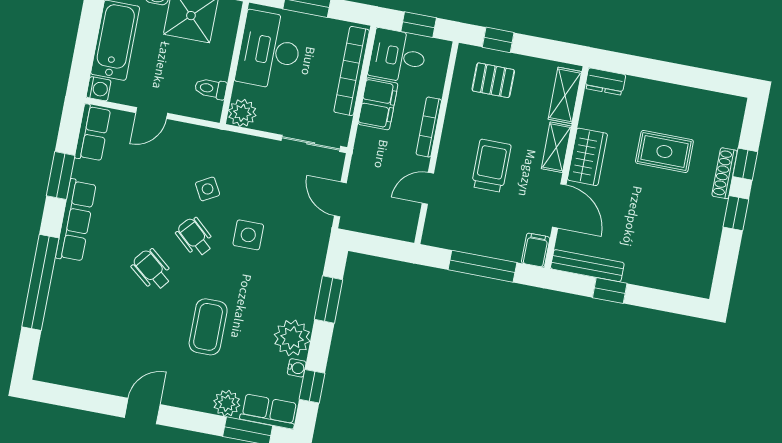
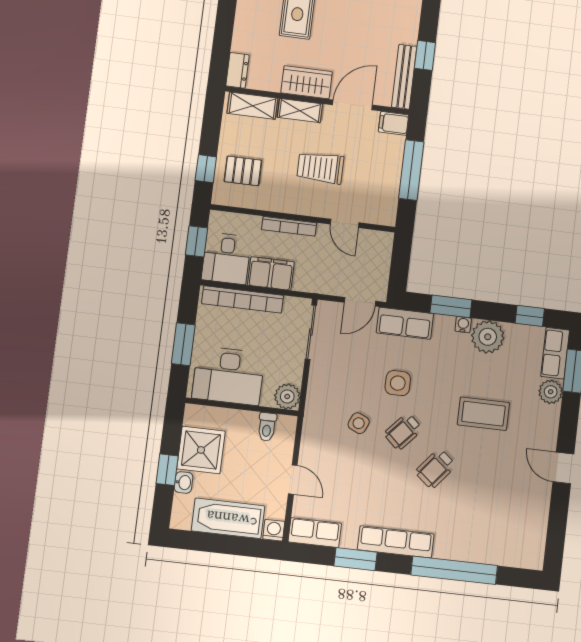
pallet: (493, 80) -> (243, 171), turned 90
side table: (208, 189) -> (359, 423), turned -37
row of seats: (313, 247) -> (405, 323), added
water cooler: (297, 368) -> (463, 325), moved

